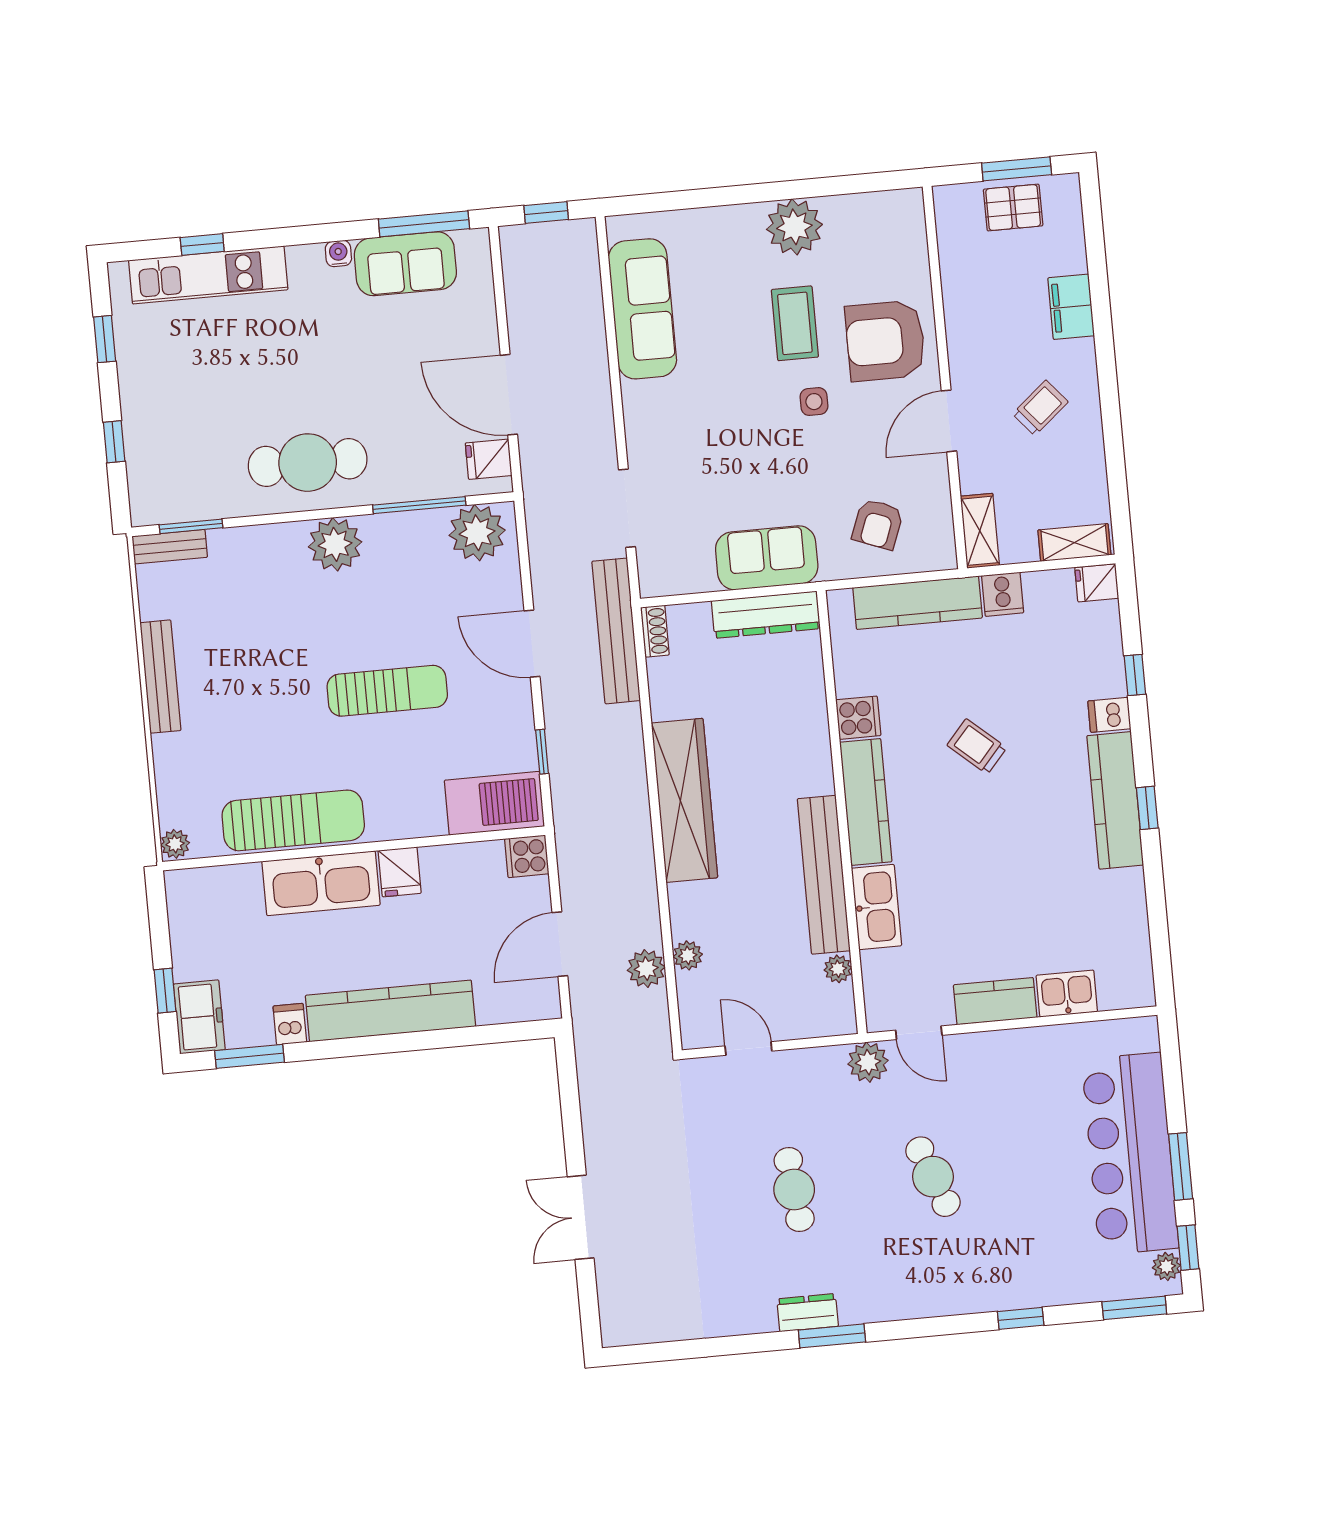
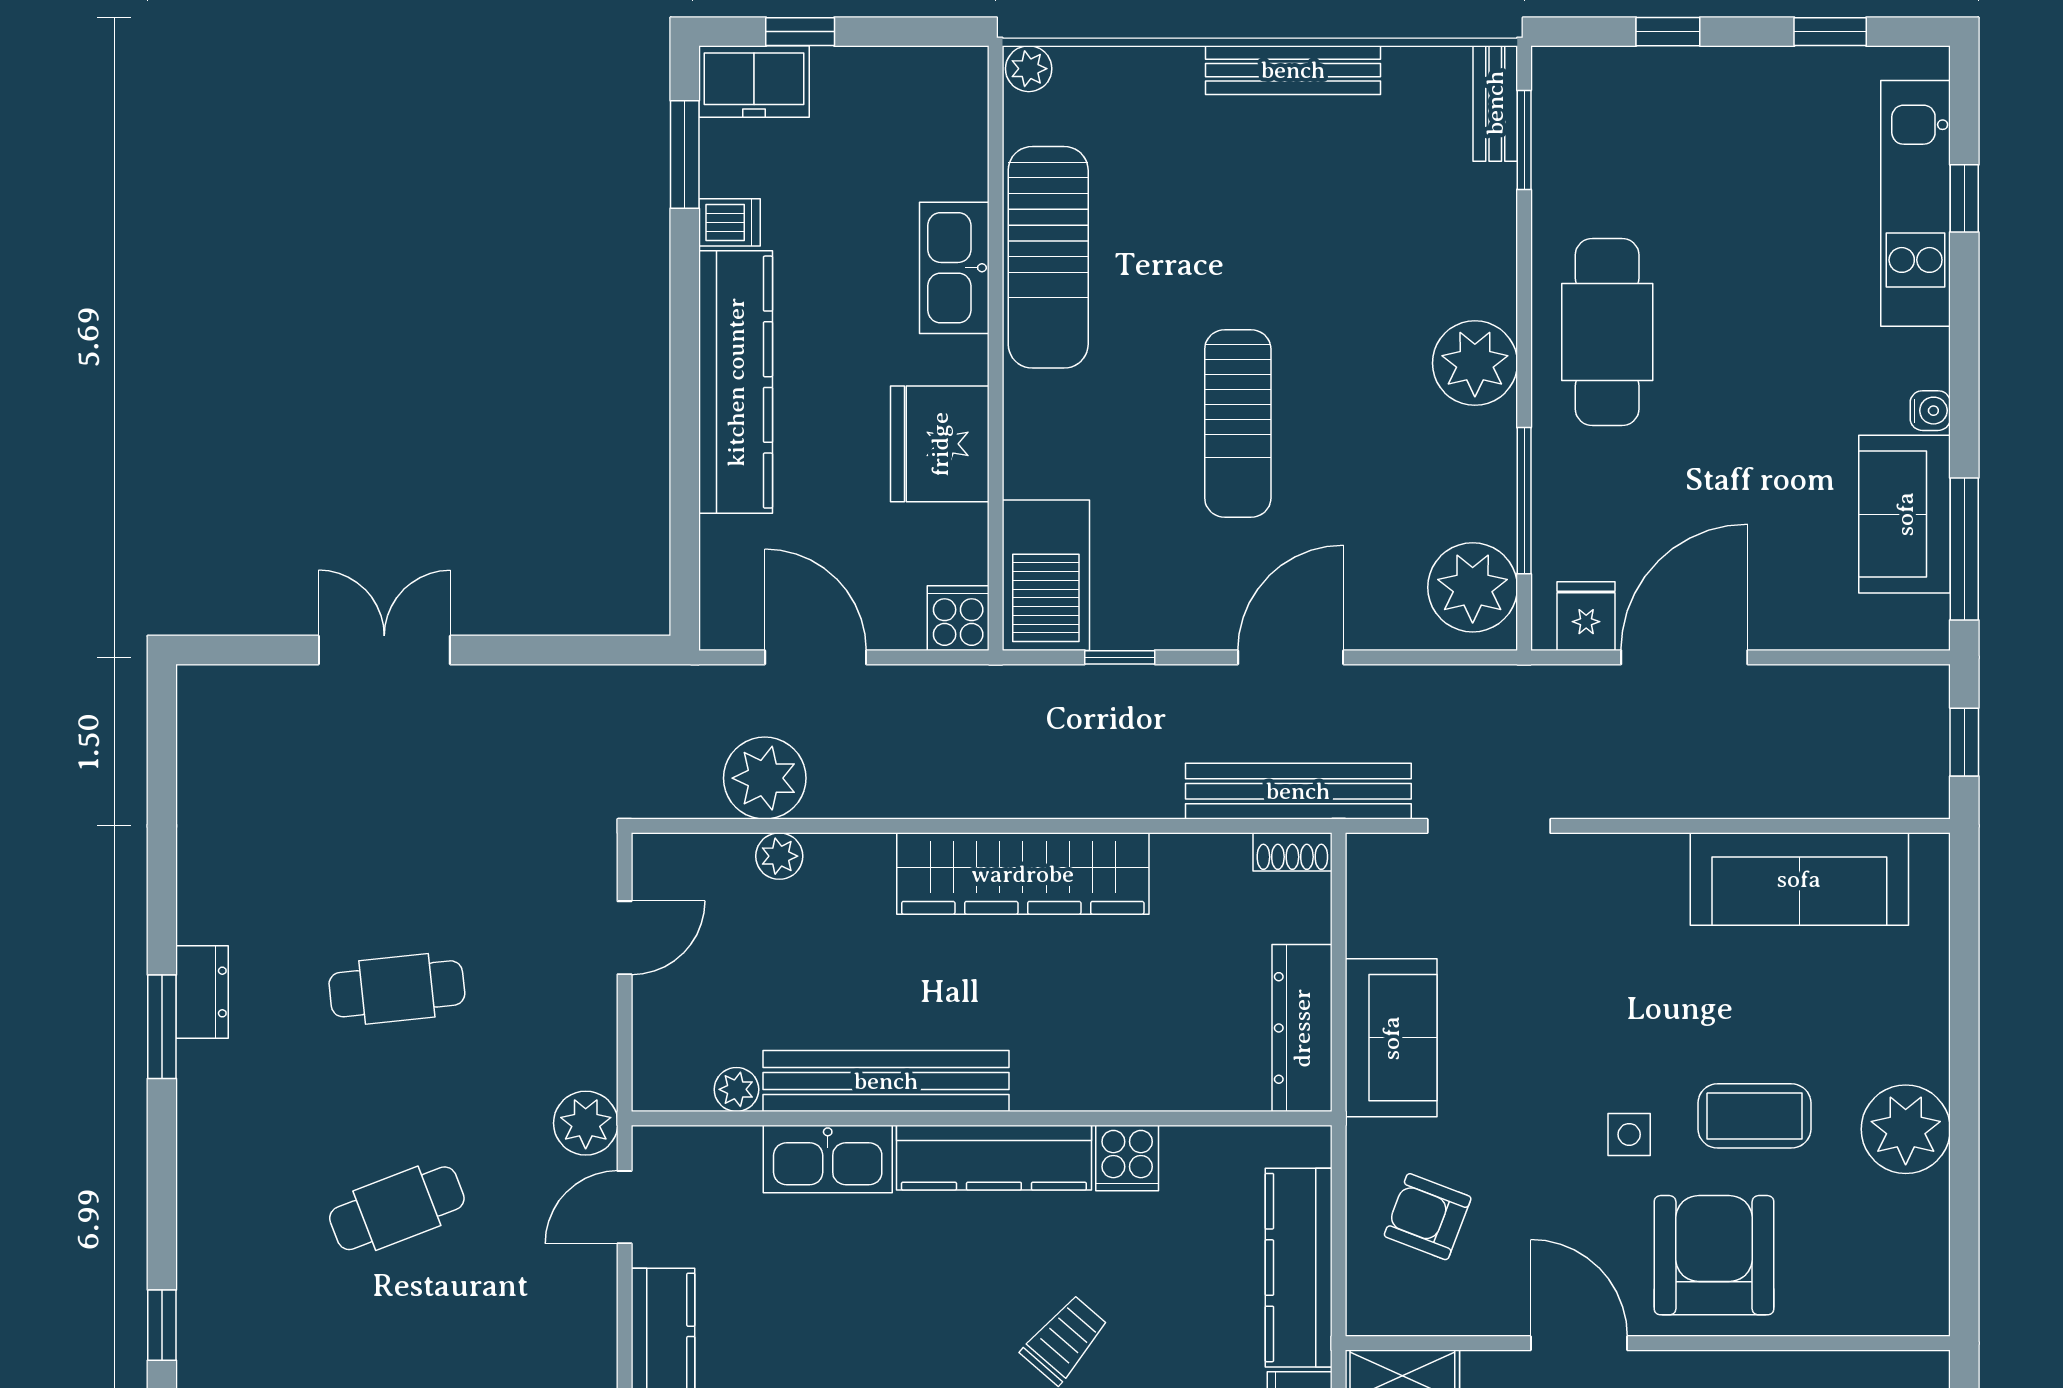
fridge: (400, 872) -> (940, 444), width x1.88, depth x1.34
kitchen sink: (321, 883) -> (954, 268), width x0.73, depth x0.81
plant: (646, 969) -> (765, 778), width x1.36, depth x1.36

